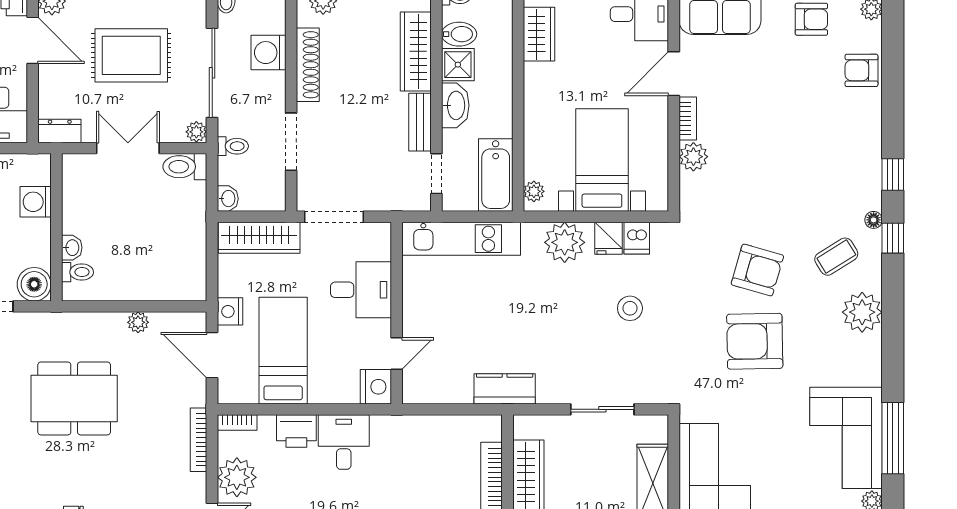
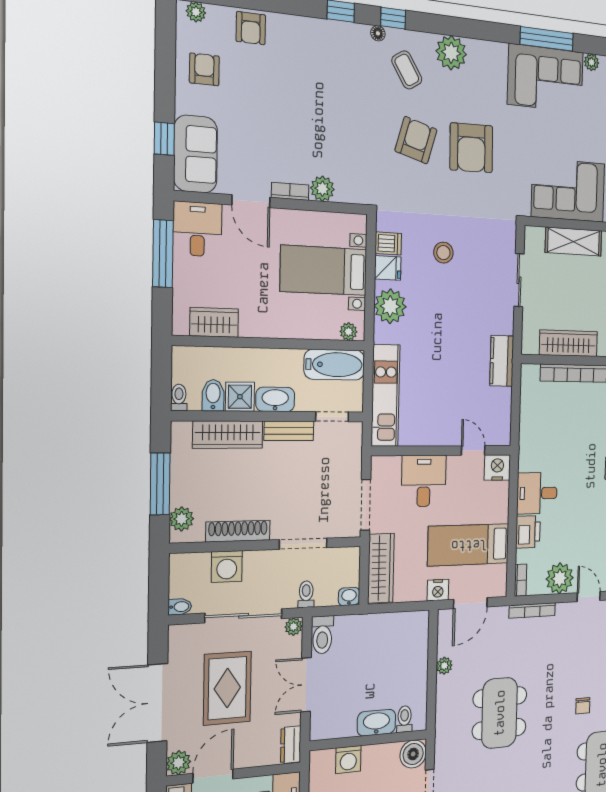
washbasin: (72, 248) -> (376, 723), width x1.91, depth x1.45

